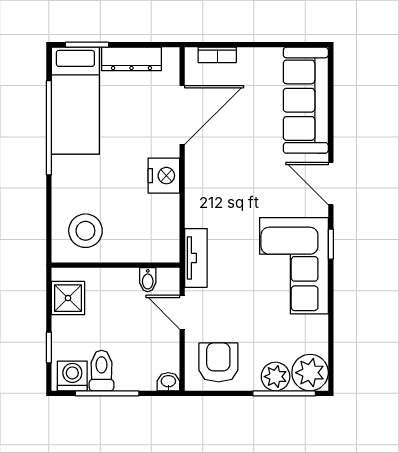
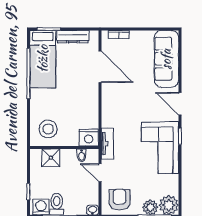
door: (182, 115) -> (100, 67), hinge flipped
nightstand: (164, 176) -> (89, 138), moved, turned 90
shower: (68, 298) -> (51, 158), moved

